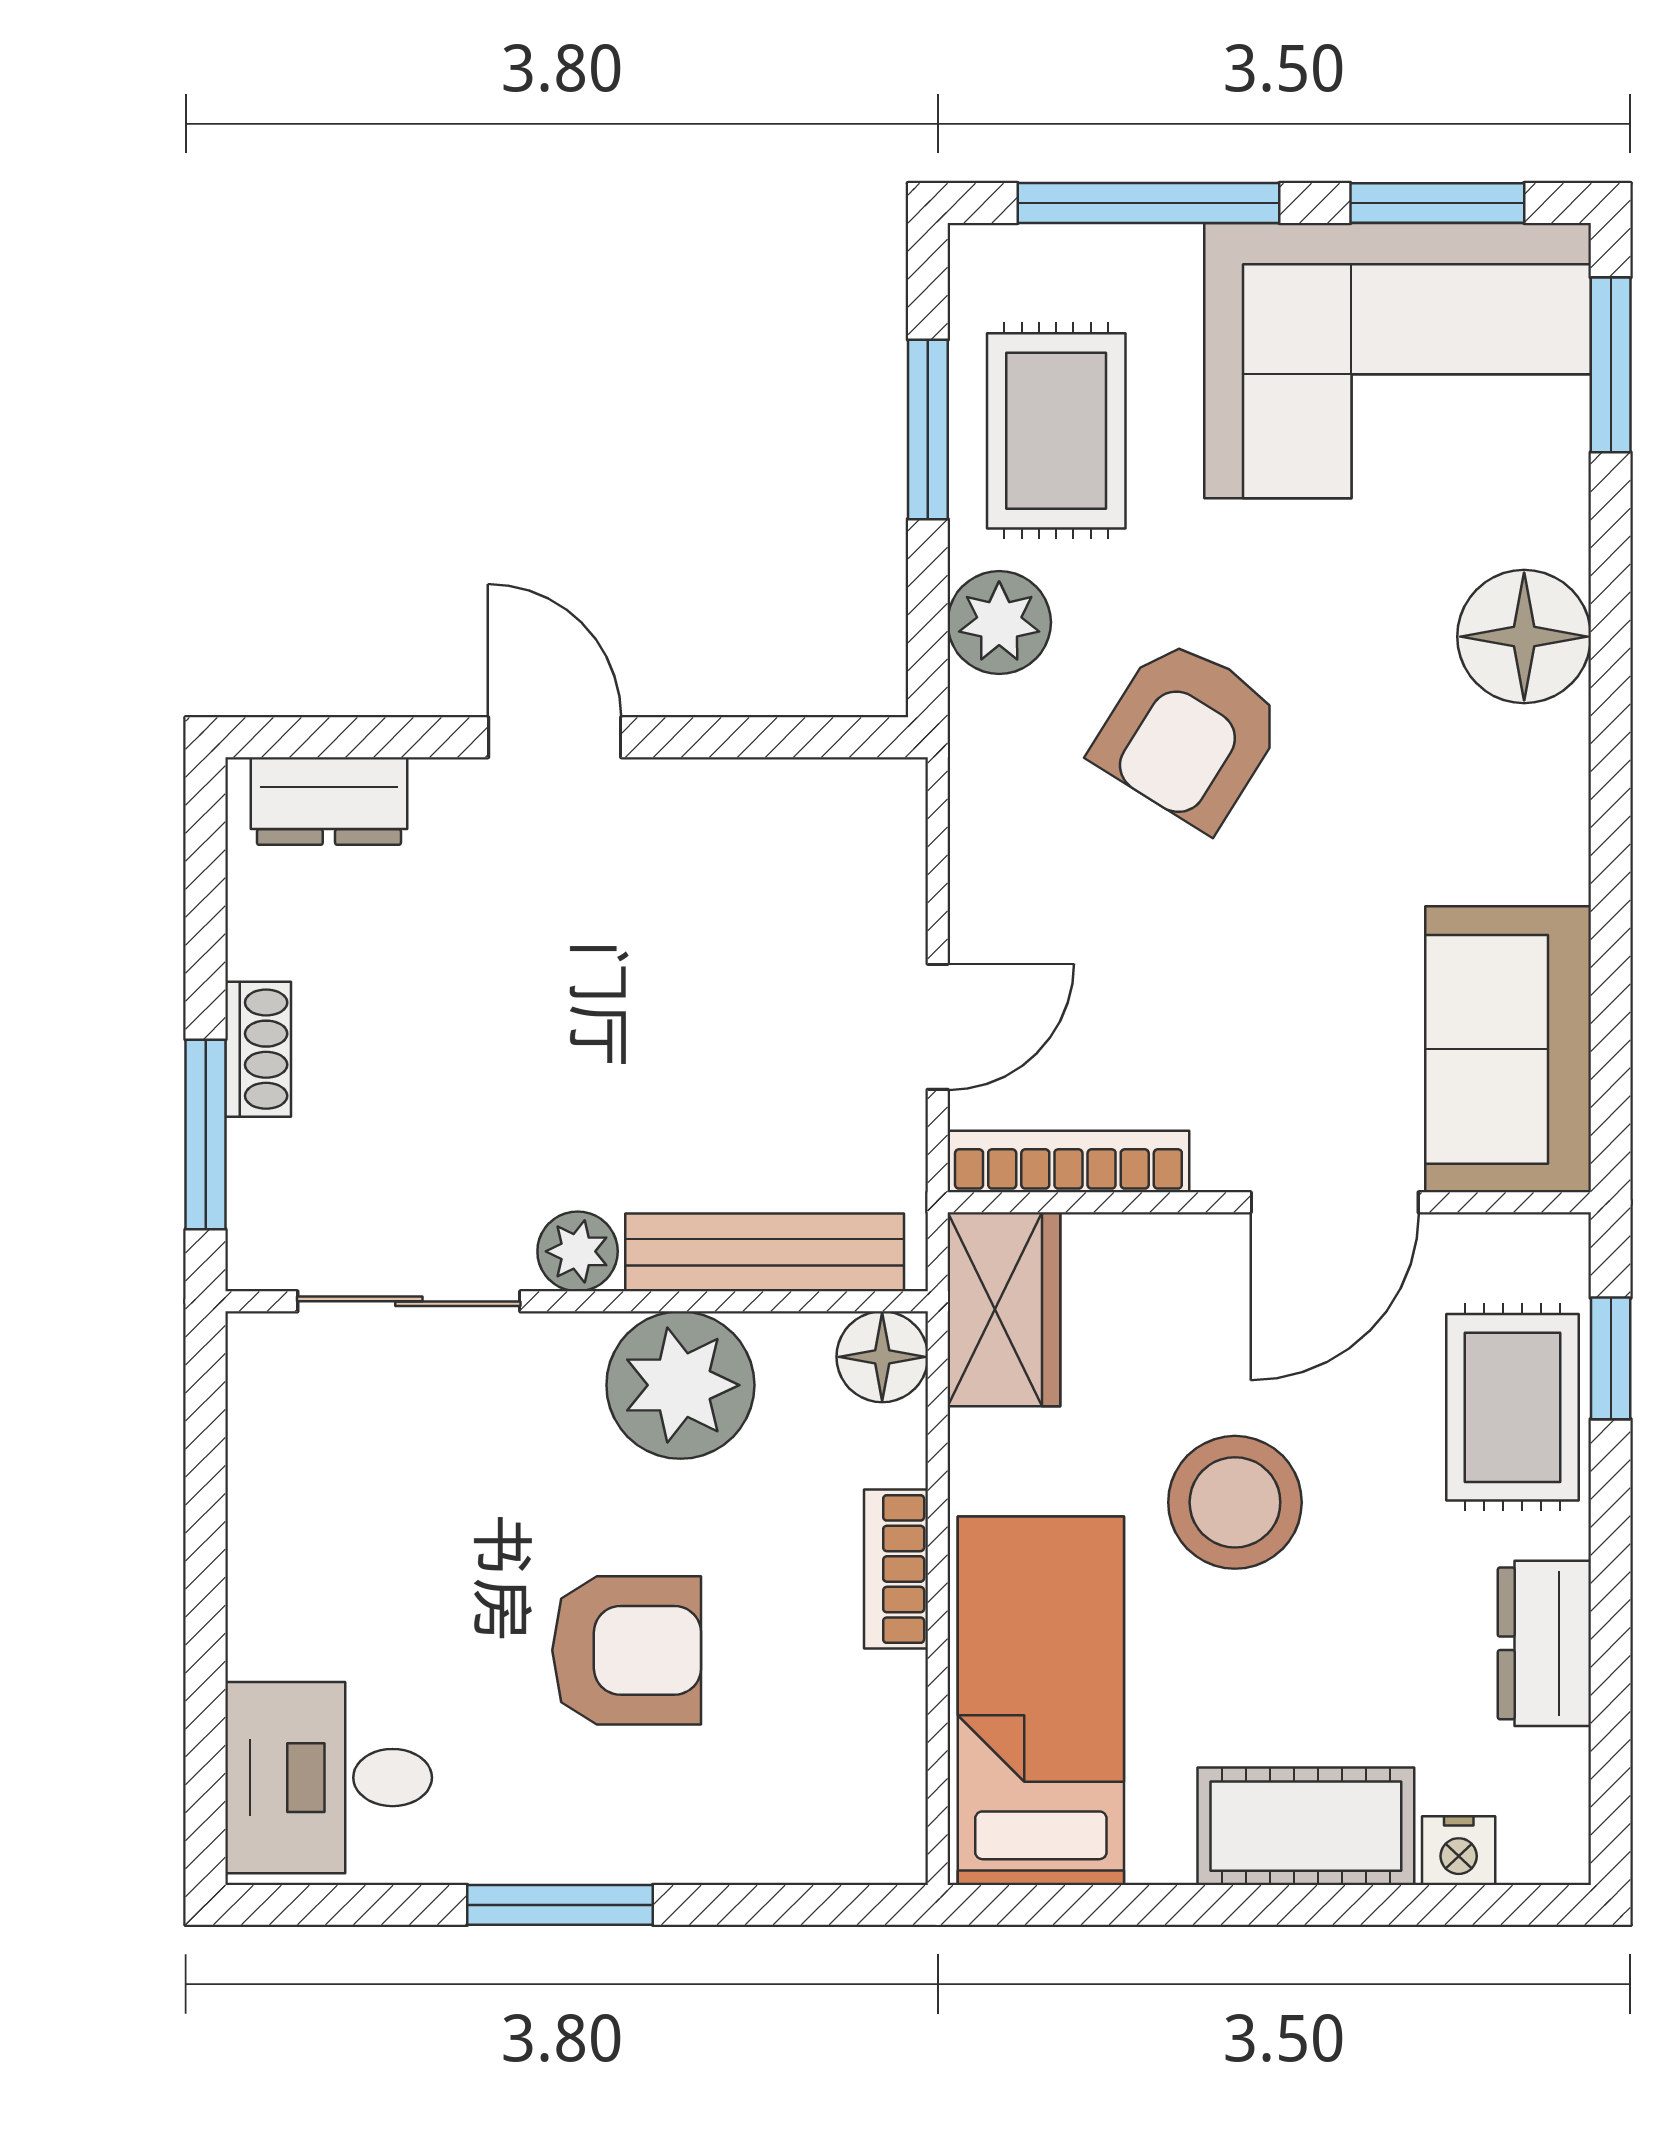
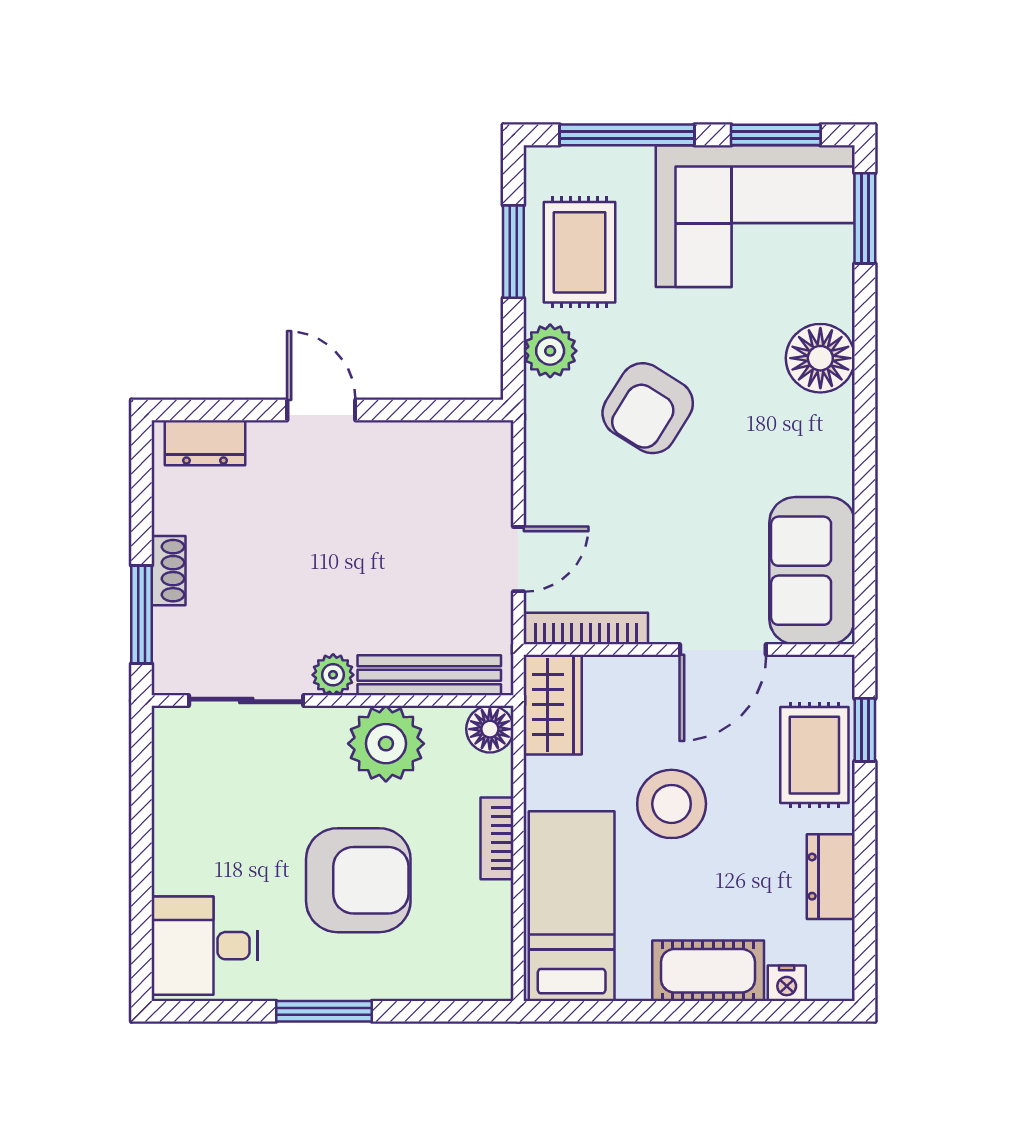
armchair: (627, 1650) -> (358, 880), width x1.36, depth x1.36

